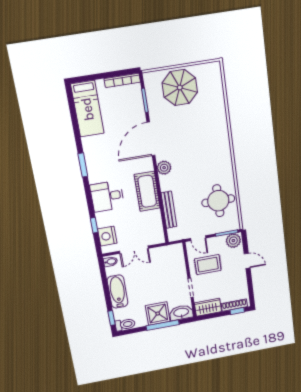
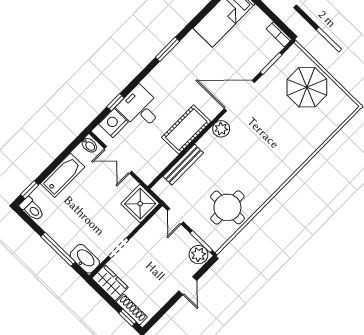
bookcase: (122, 80) -> (279, 34), width x0.64
desk: (107, 196) -> (140, 108), moved
rug: (208, 265) -> (155, 247), removed
shower: (158, 314) -> (140, 204), moved

